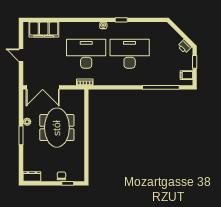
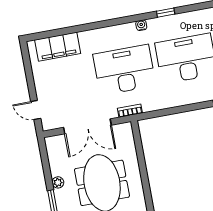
door: (21, 55) -> (36, 110), moved
double door: (43, 87) -> (87, 126), moved

